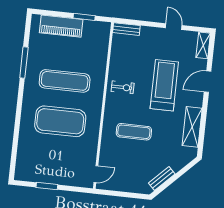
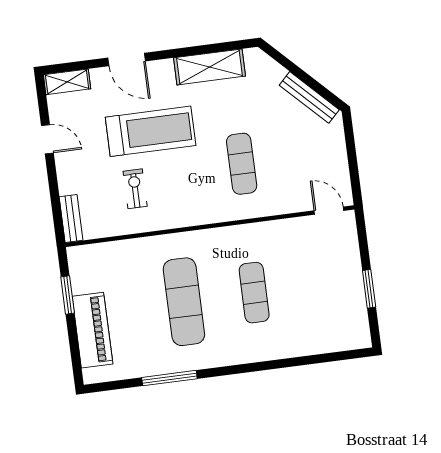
door: (174, 27) -> (47, 139), swing flipped
treadmill: (164, 85) -> (151, 131), turned 180
exercise bike: (123, 87) -> (135, 189), moved
exercise mat: (60, 121) -> (254, 293), width x0.50, depth x0.69
bench: (162, 178) -> (309, 97), width x1.36

